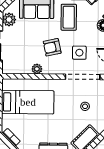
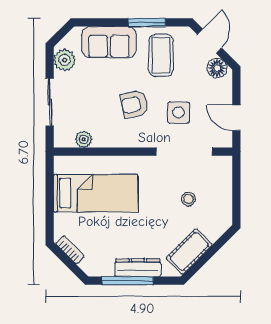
plant: (37, 69) -> (84, 139), moved

